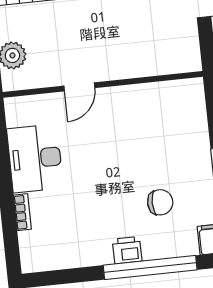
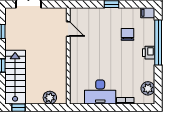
door: (79, 87) -> (68, 29), moved
plant: (53, 256) -> (148, 88), added

